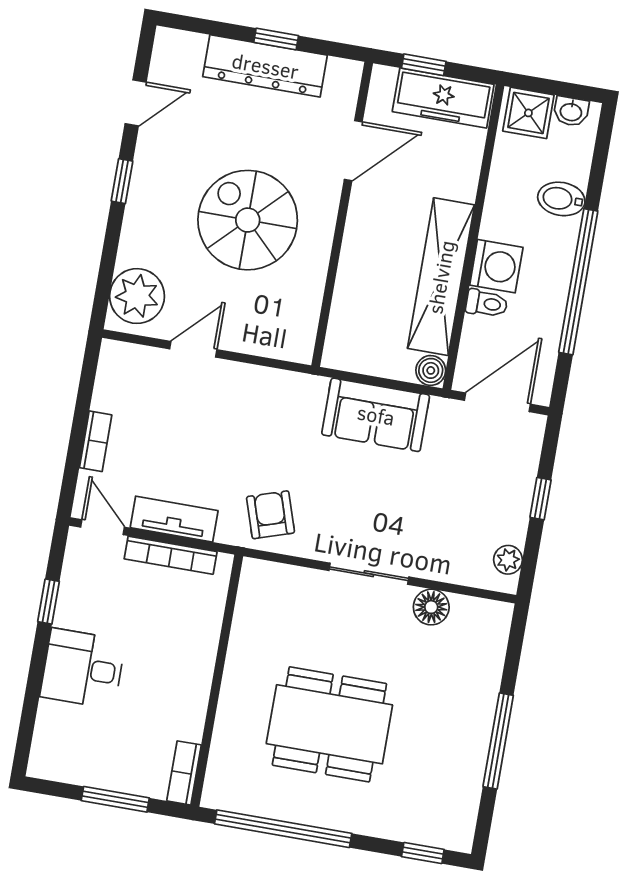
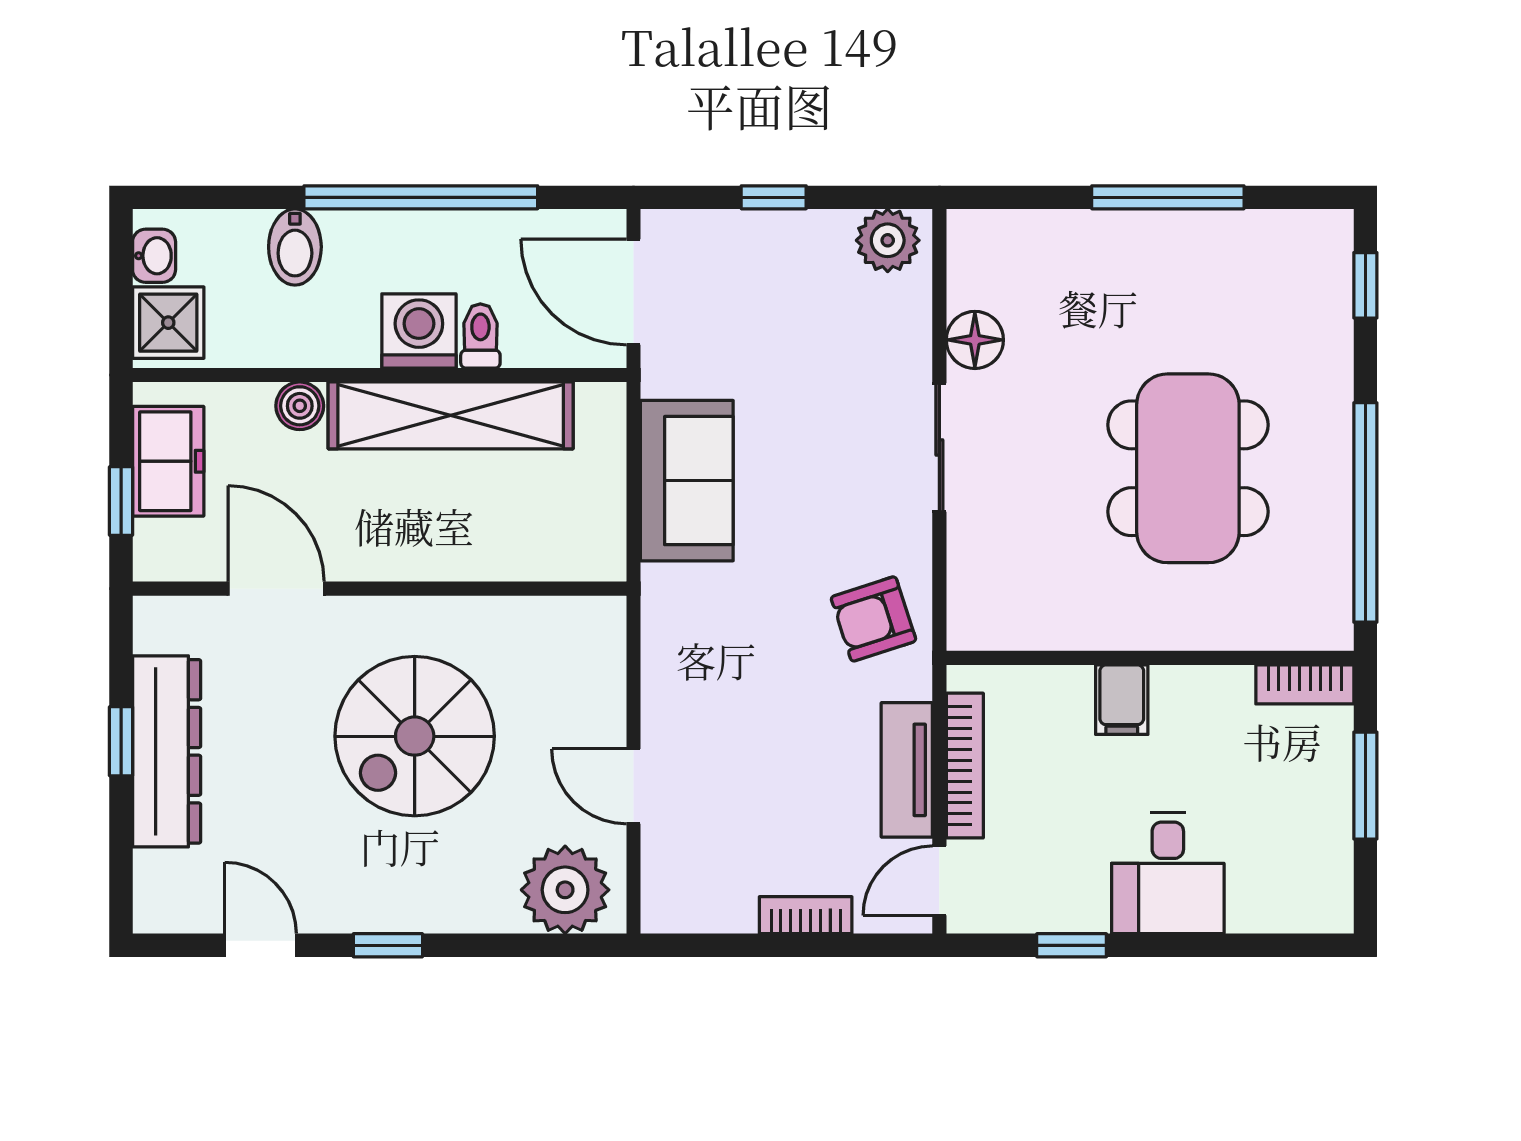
freezer: (443, 98) -> (168, 461), width x0.71
boiler: (431, 370) -> (300, 406), moved
plant: (508, 560) -> (888, 240), width x1.38, depth x1.38
filing cabinet: (194, 659) -> (1122, 700), added

